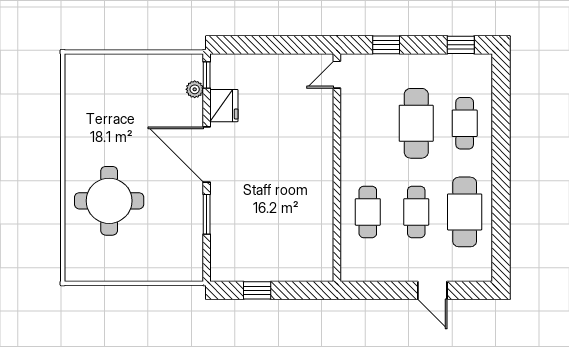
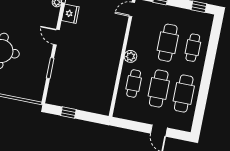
door: (207, 154) -> (56, 37), width x0.53
plant: (352, 163) -> (130, 56), added
cafe table: (416, 212) -> (159, 88), width x1.37, depth x1.35

